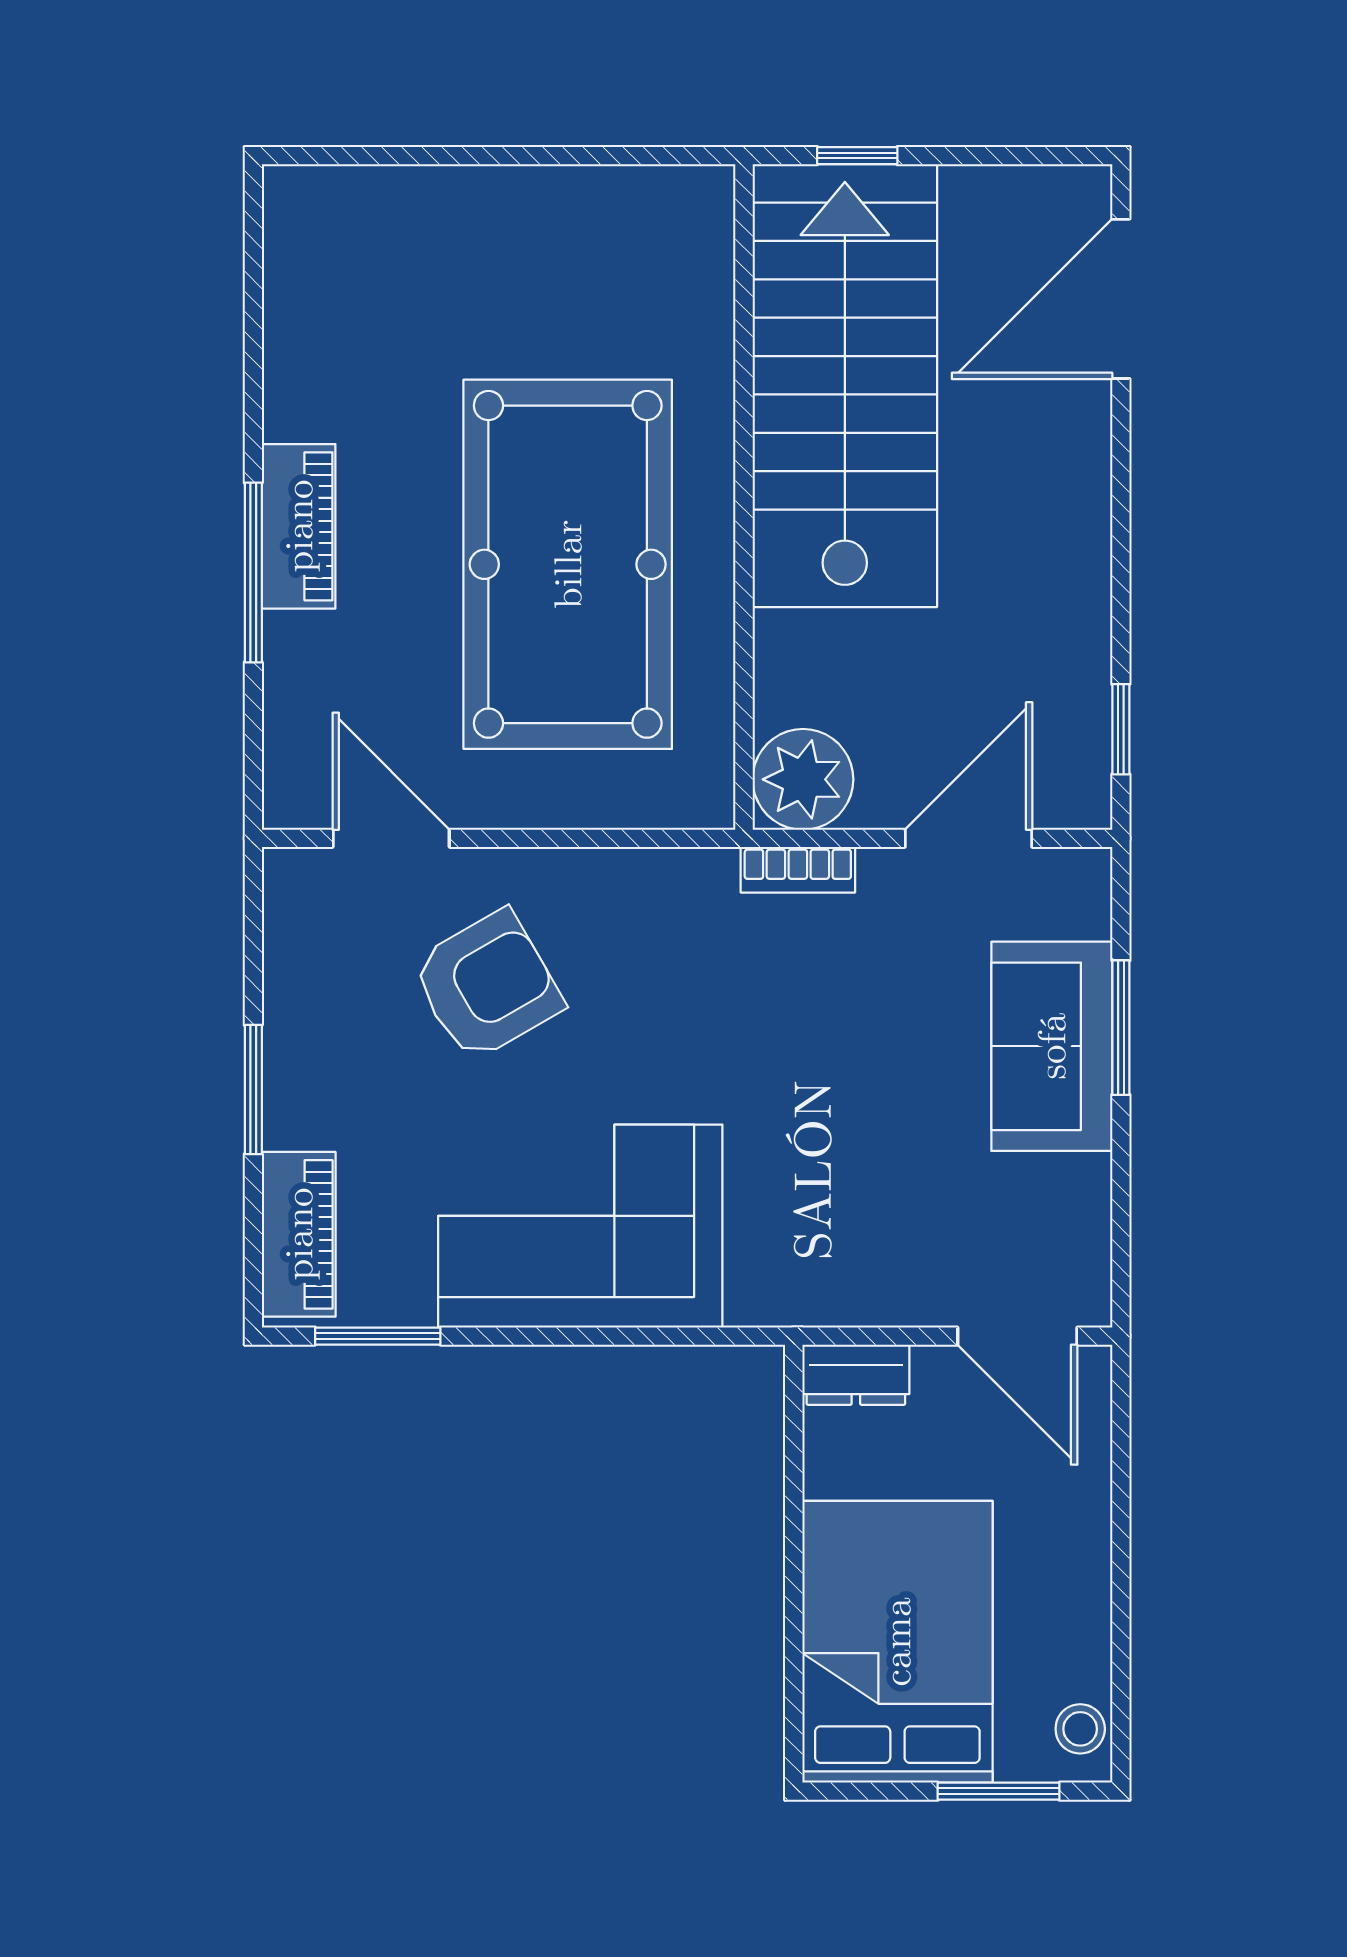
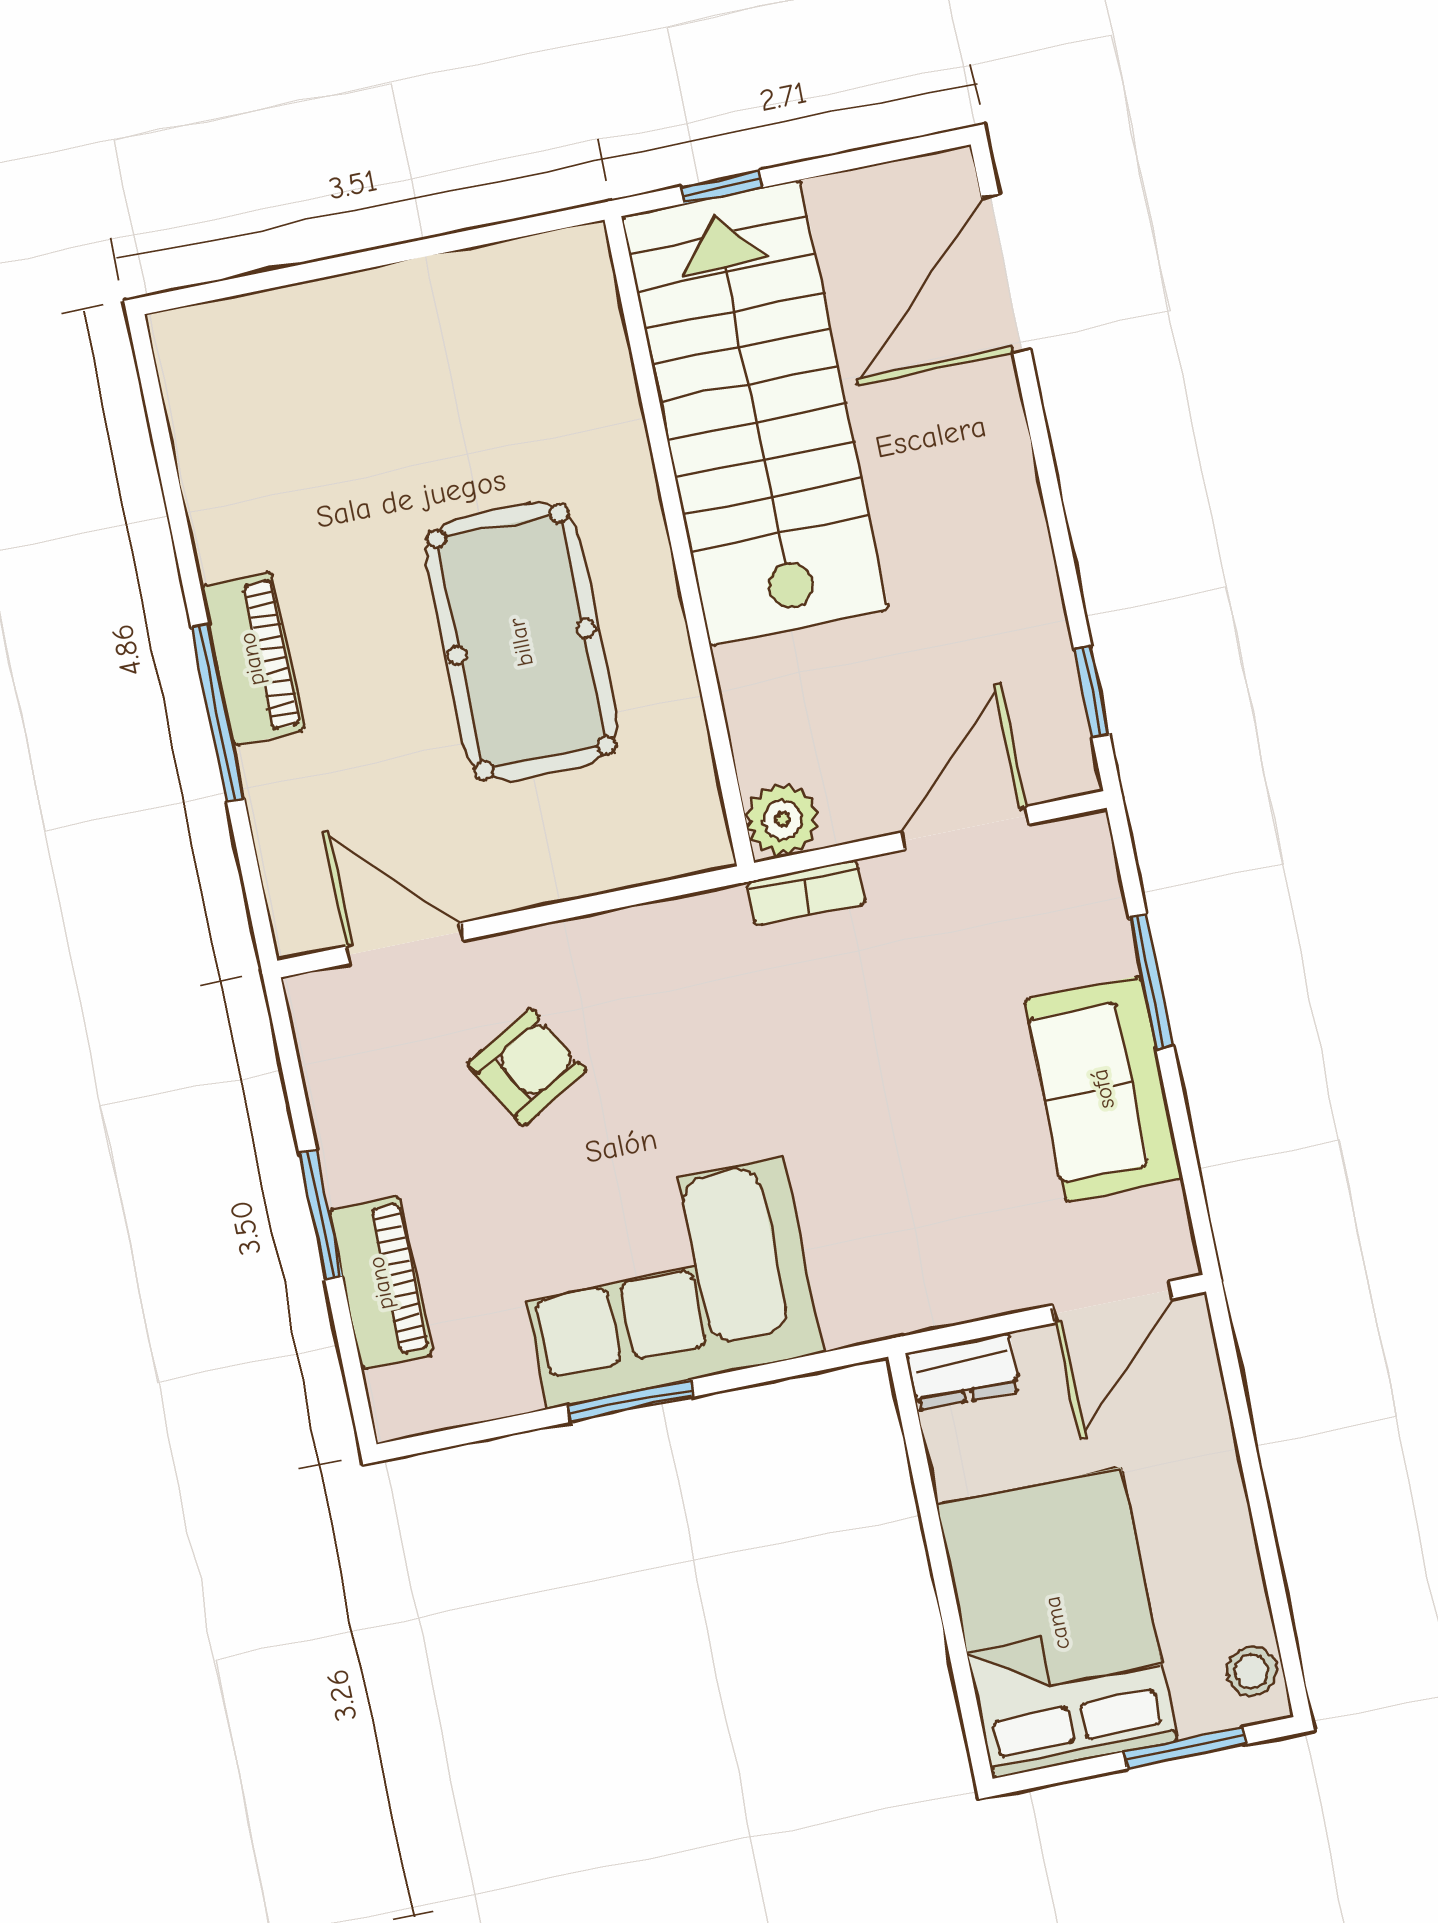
pool table: (568, 564) -> (521, 642), width x0.73, depth x0.76
plant: (803, 779) -> (782, 820), width x0.73, depth x0.73
armchair: (487, 986) -> (527, 1067), width x0.72, depth x0.72
sofa: (1052, 1046) -> (1103, 1089), moved
piano: (299, 1234) -> (381, 1283), moved
window: (378, 1336) -> (631, 1401), moved
door: (1017, 1336) -> (1112, 1302), hinge flipped

